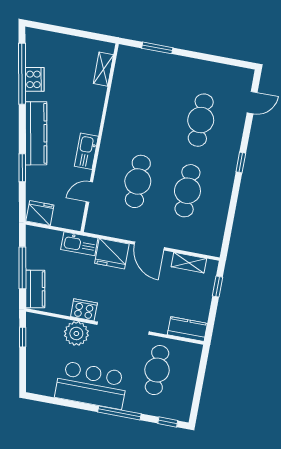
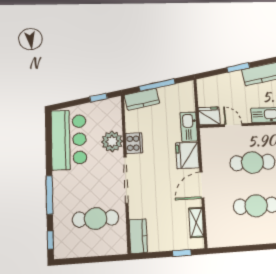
fridge: (40, 213) -> (209, 116), moved, turned -90
bar counter: (91, 385) -> (69, 140), moved

